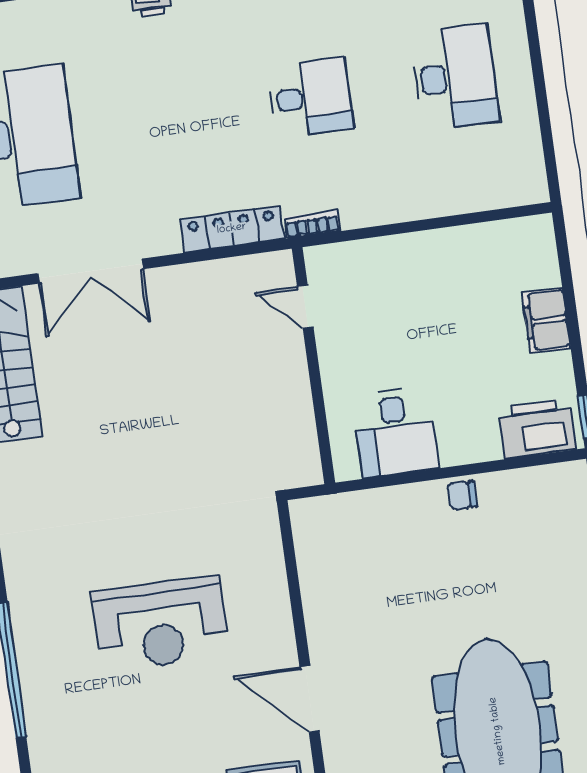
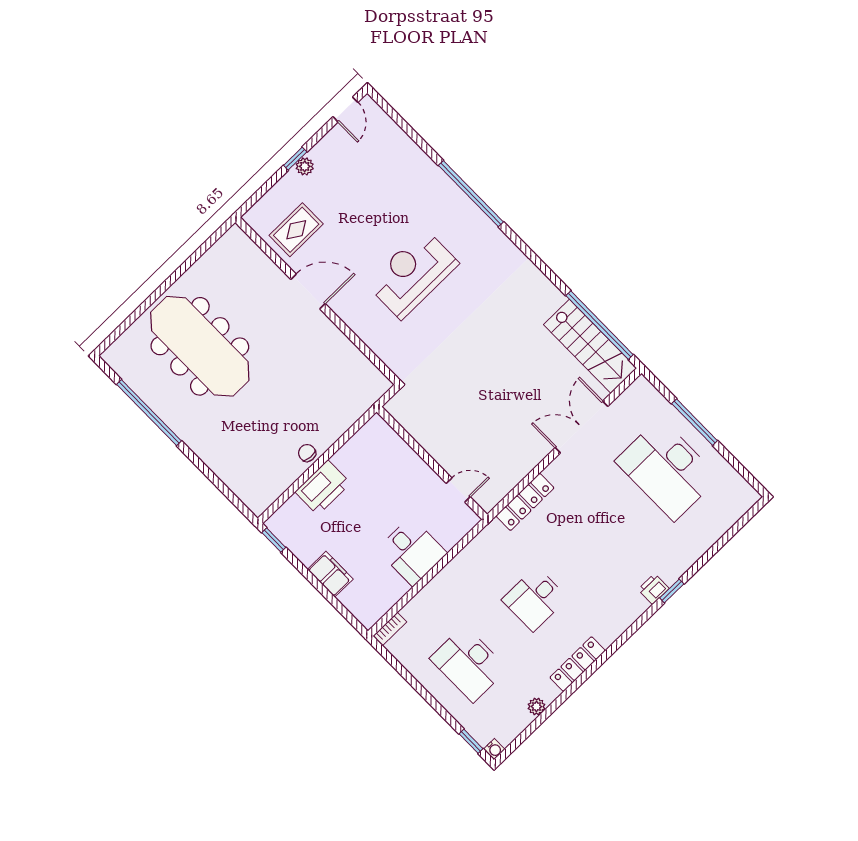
bookcase: (312, 224) -> (390, 629), moved
printer: (537, 428) -> (323, 488), moved
desk: (395, 432) -> (412, 551), moved, turned 180
chair: (462, 495) -> (307, 453), turned -86

